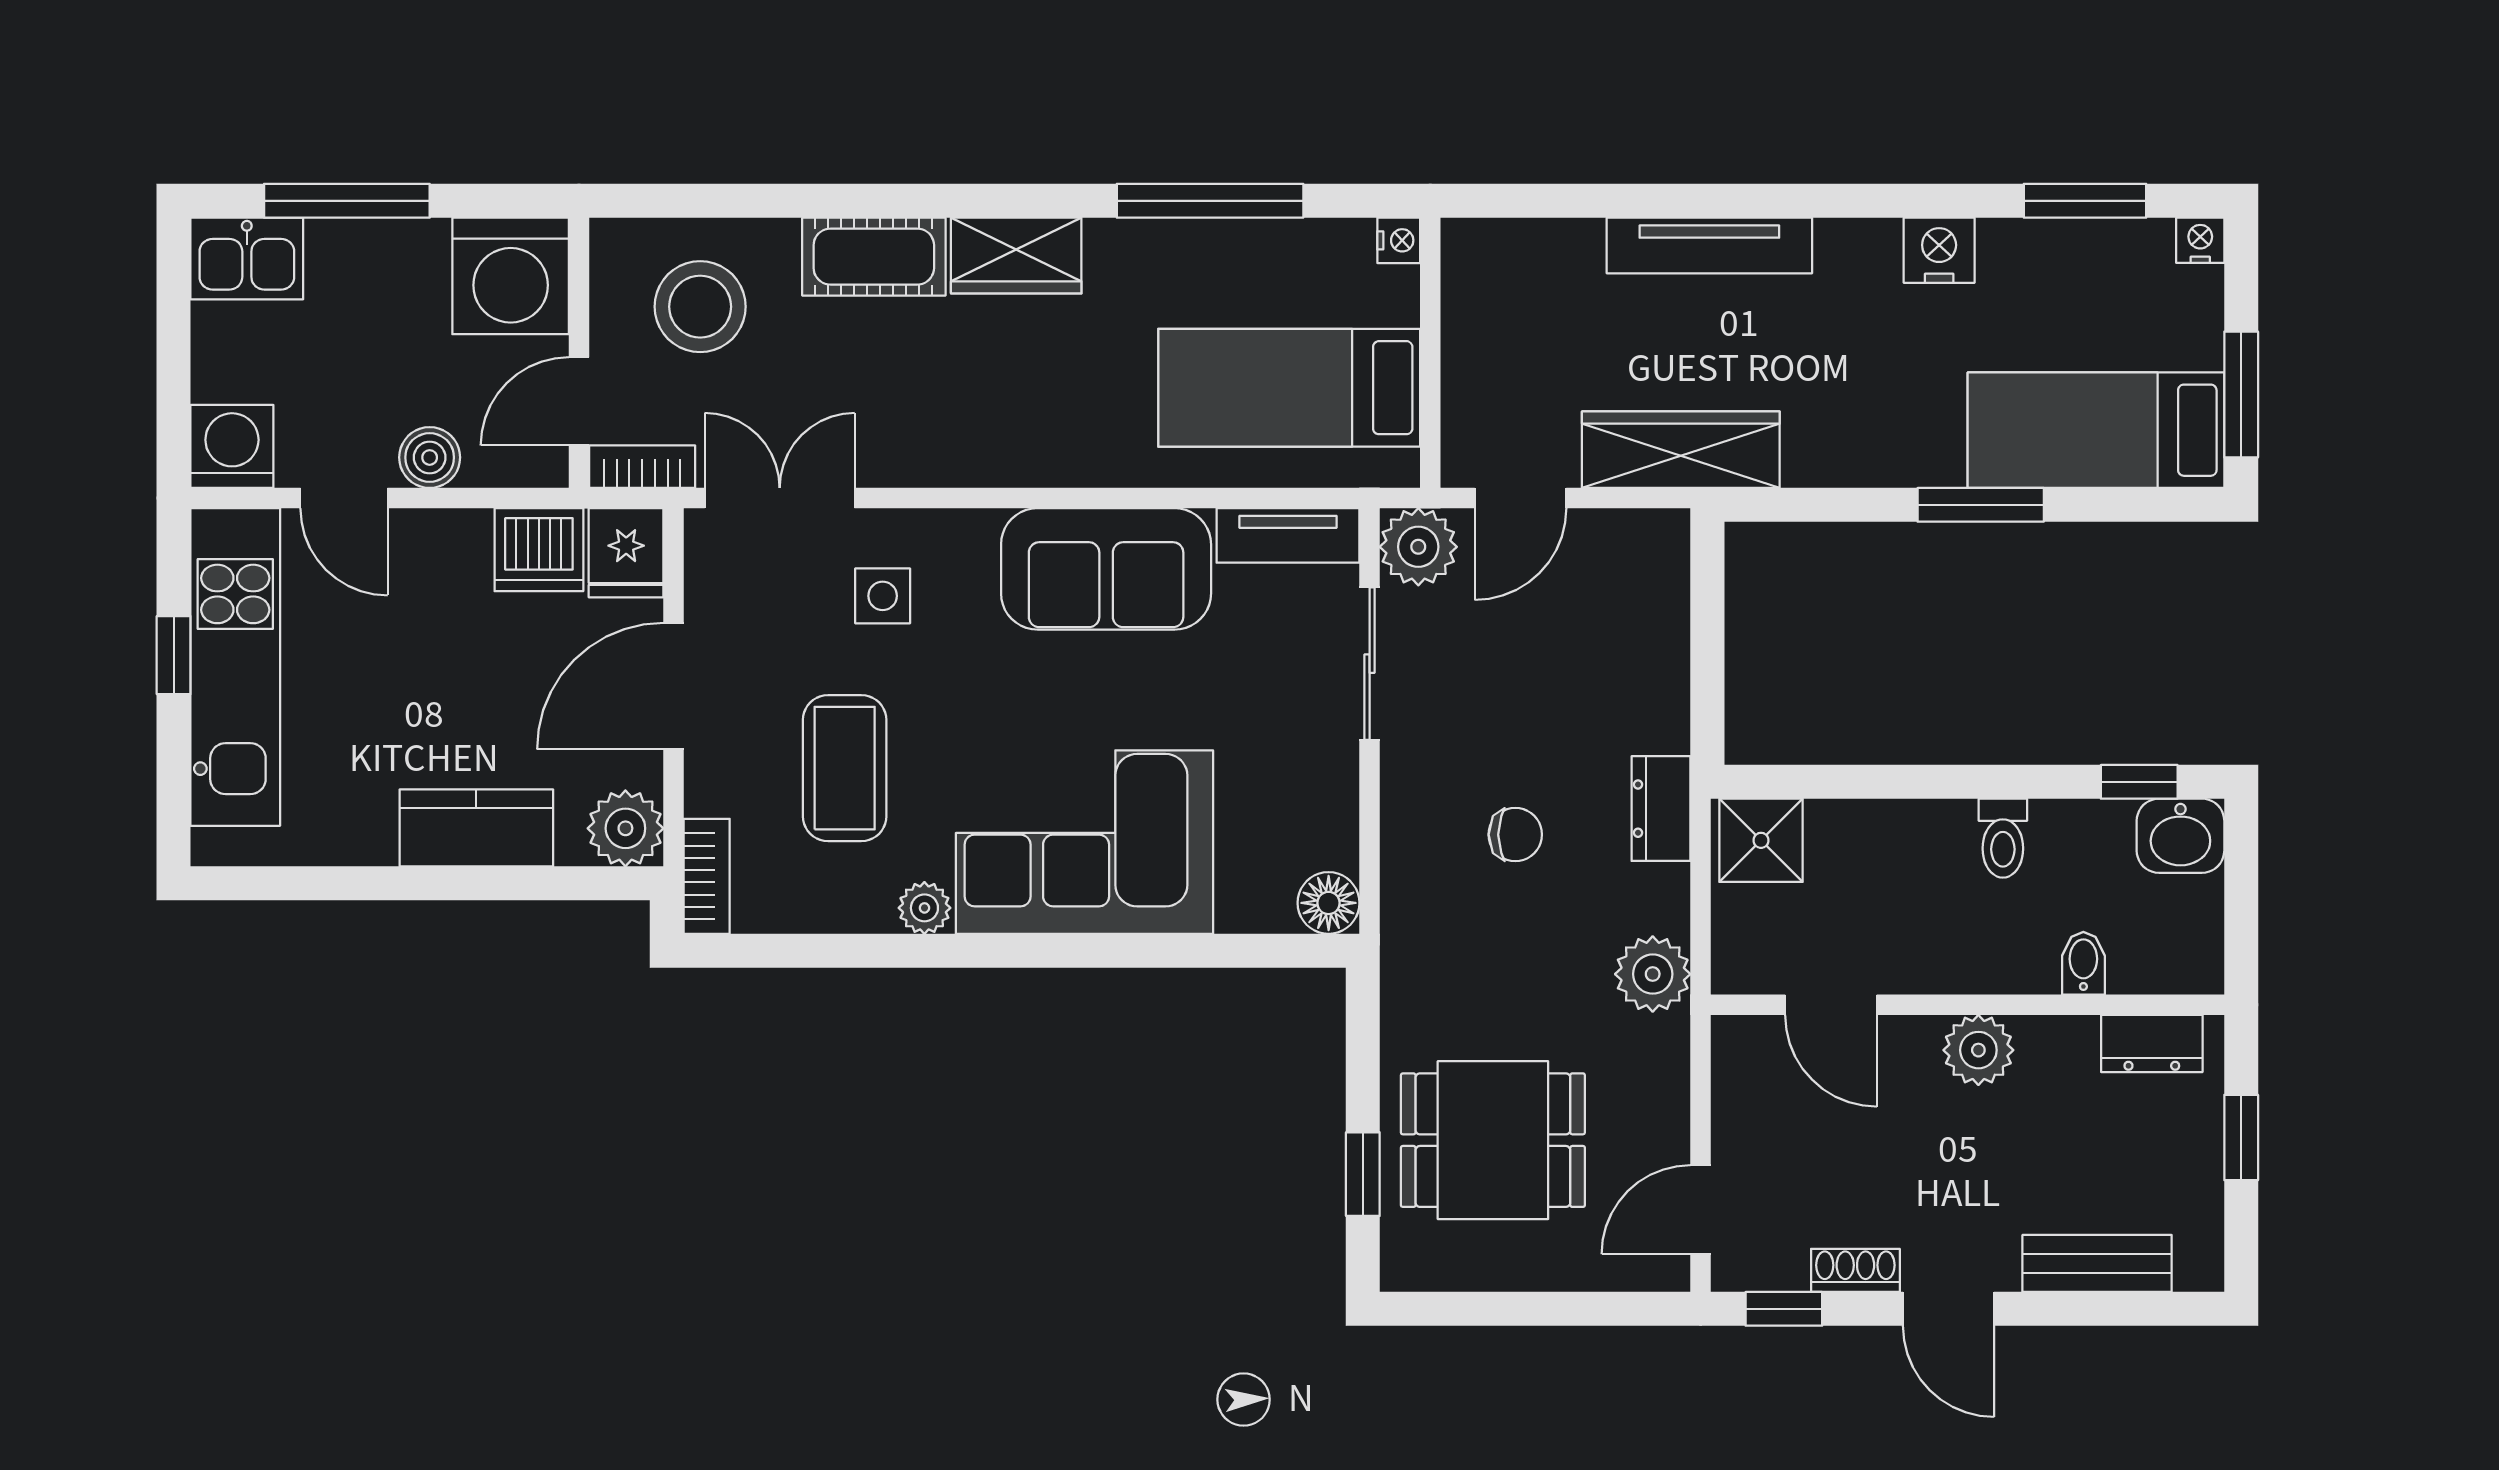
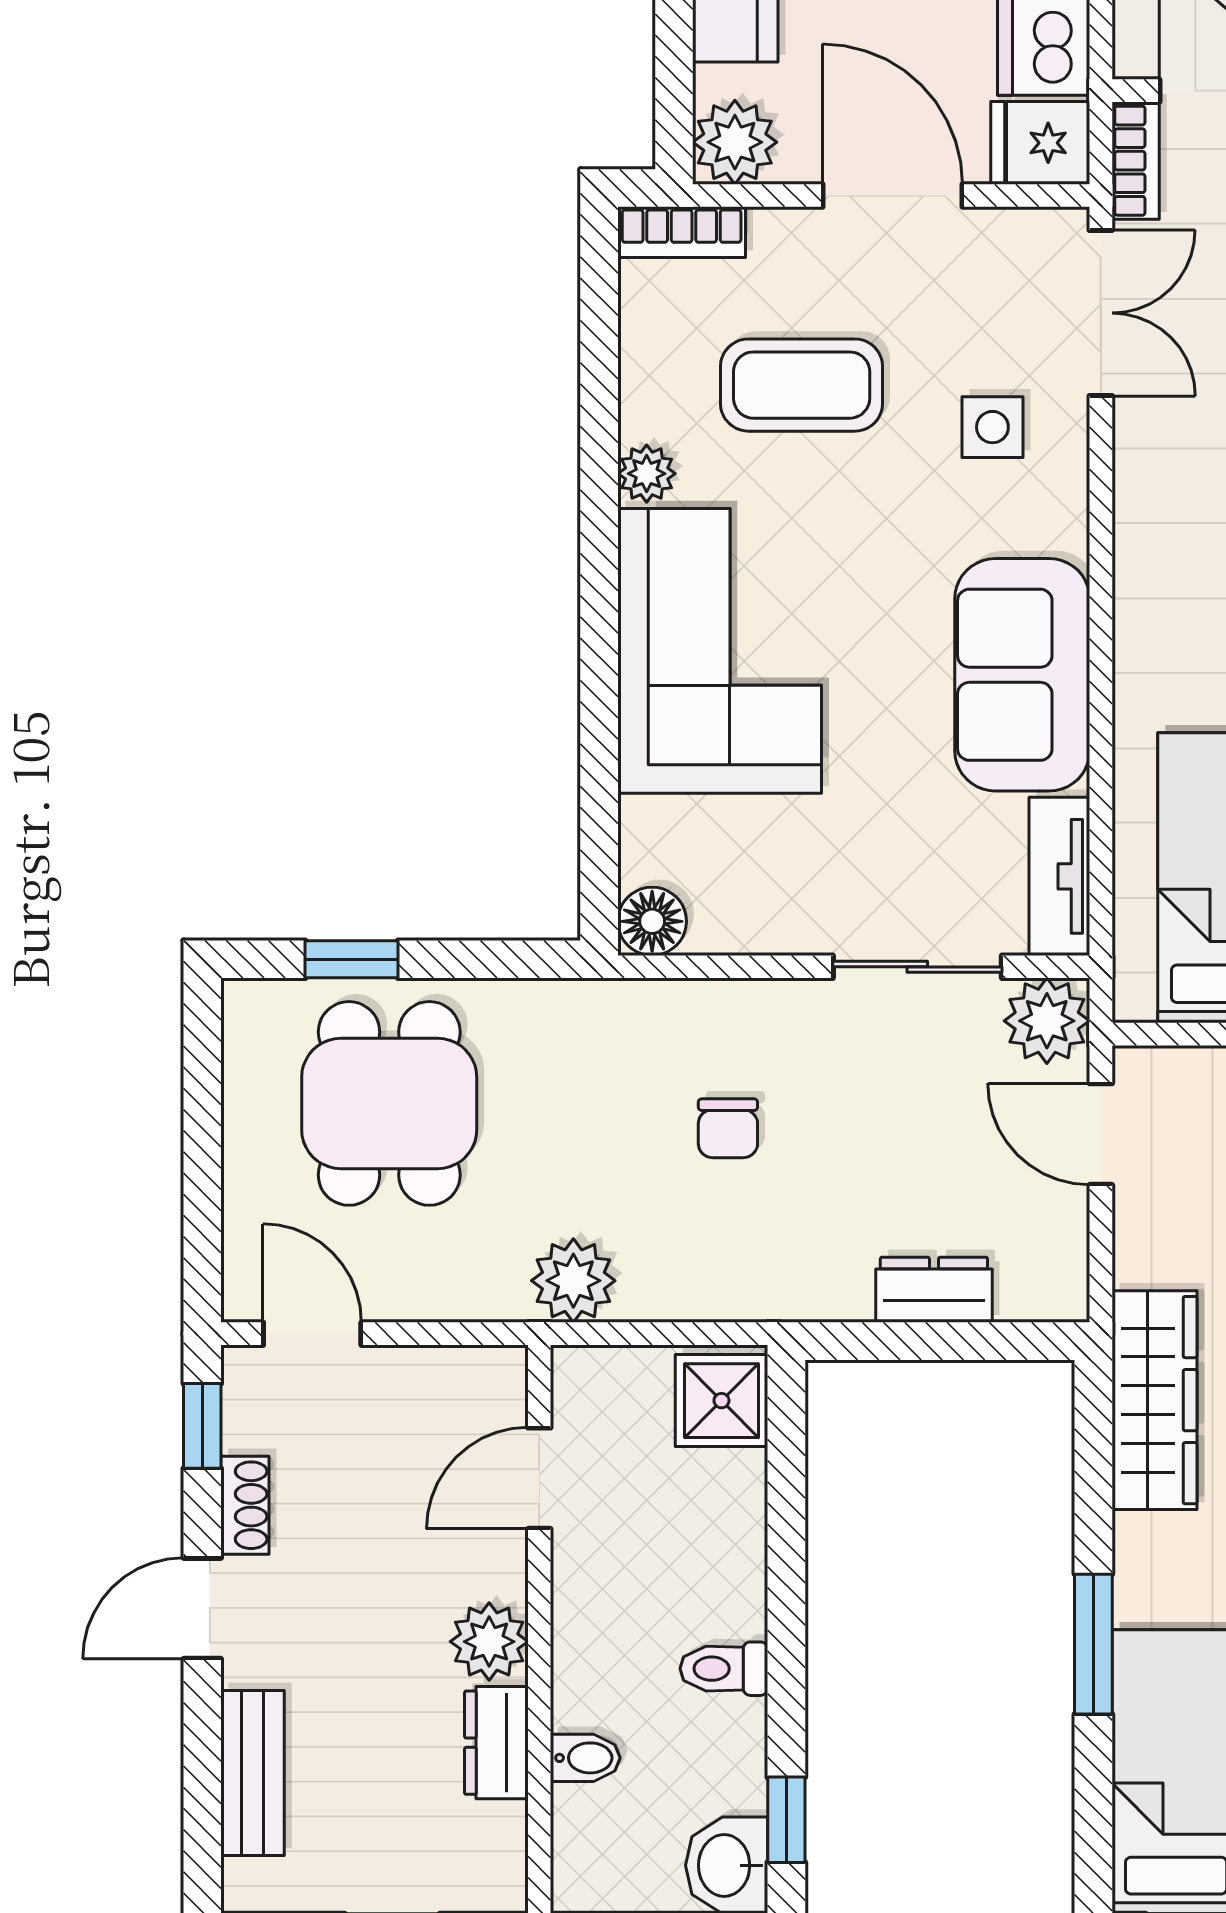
wardrobe: (1681, 450) -> (1154, 1400), moved
dresser: (1661, 809) -> (934, 1290), moved
dresser: (2152, 1044) -> (496, 1743), moved

